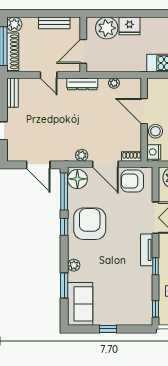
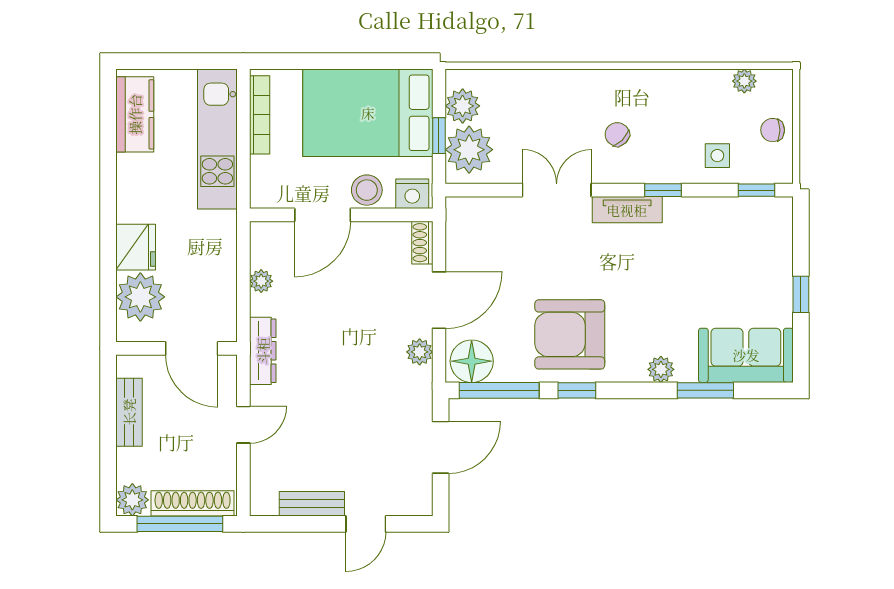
bench: (13, 93) -> (312, 504), moved
armchair: (132, 181) -> (476, 241), removed

